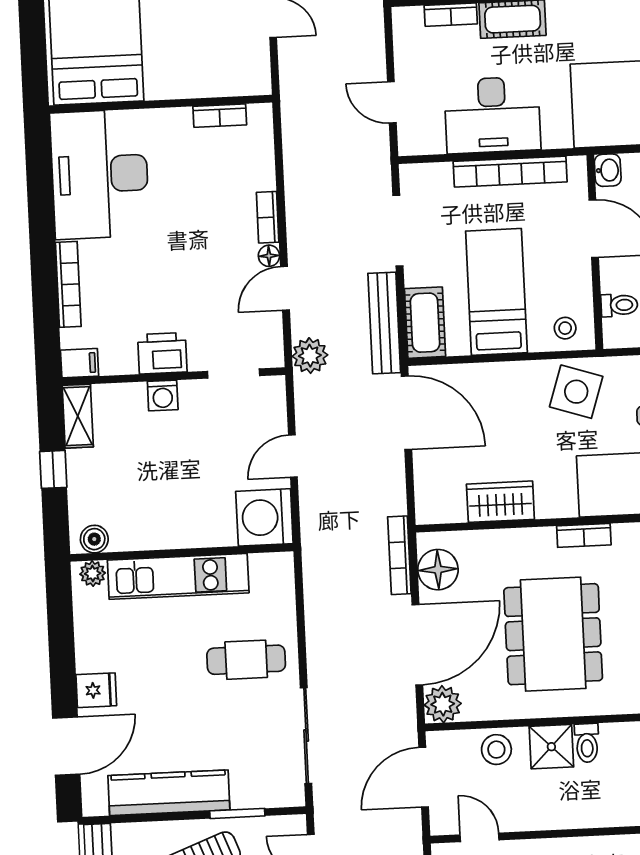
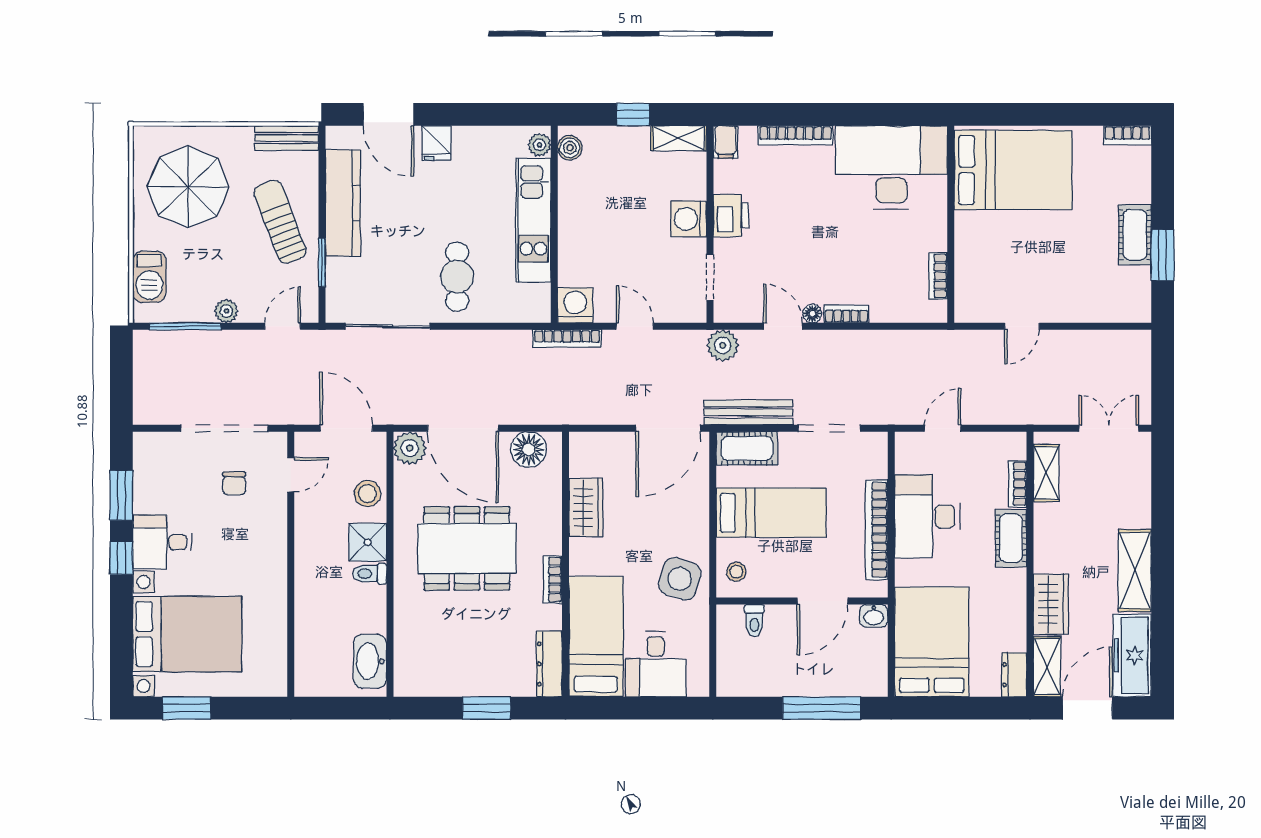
washing machine: (163, 395) -> (689, 219), width x1.38, depth x1.38
washing machine: (264, 517) -> (575, 305), width x0.73, depth x0.73
bookcase: (399, 555) -> (567, 338), moved, turned 180

